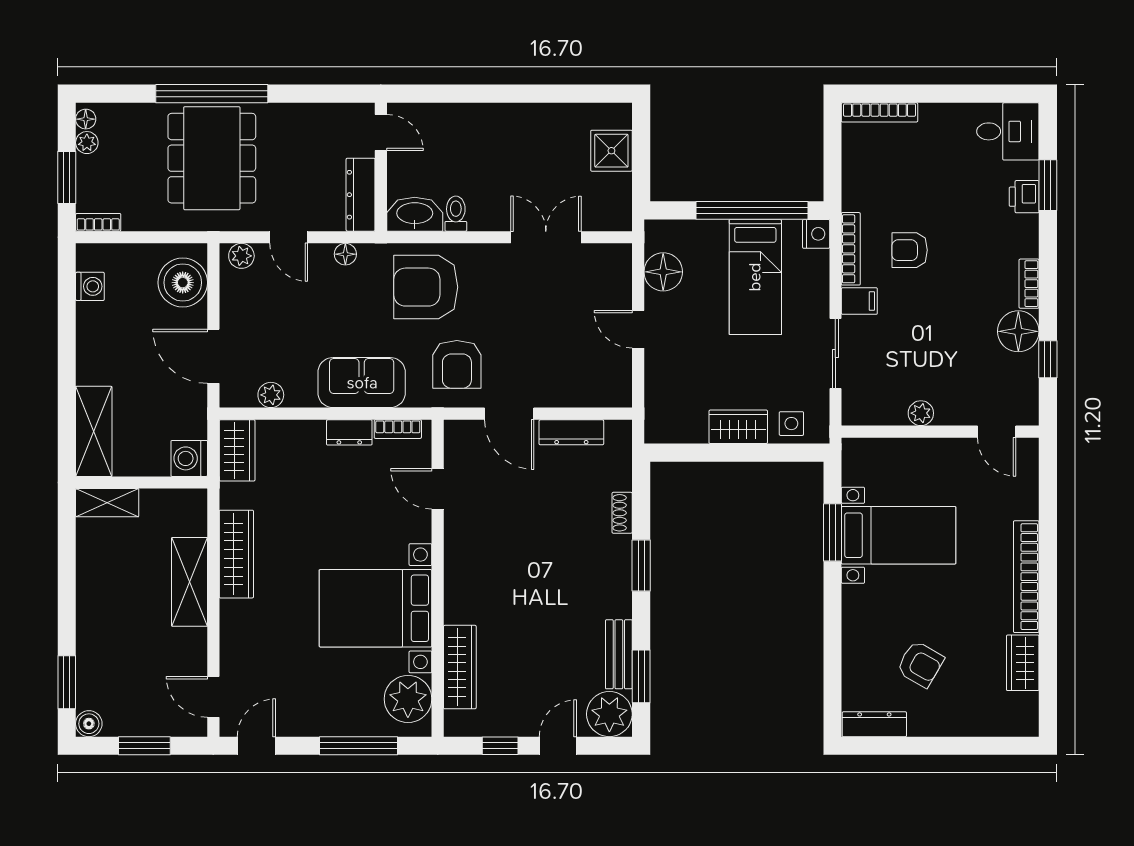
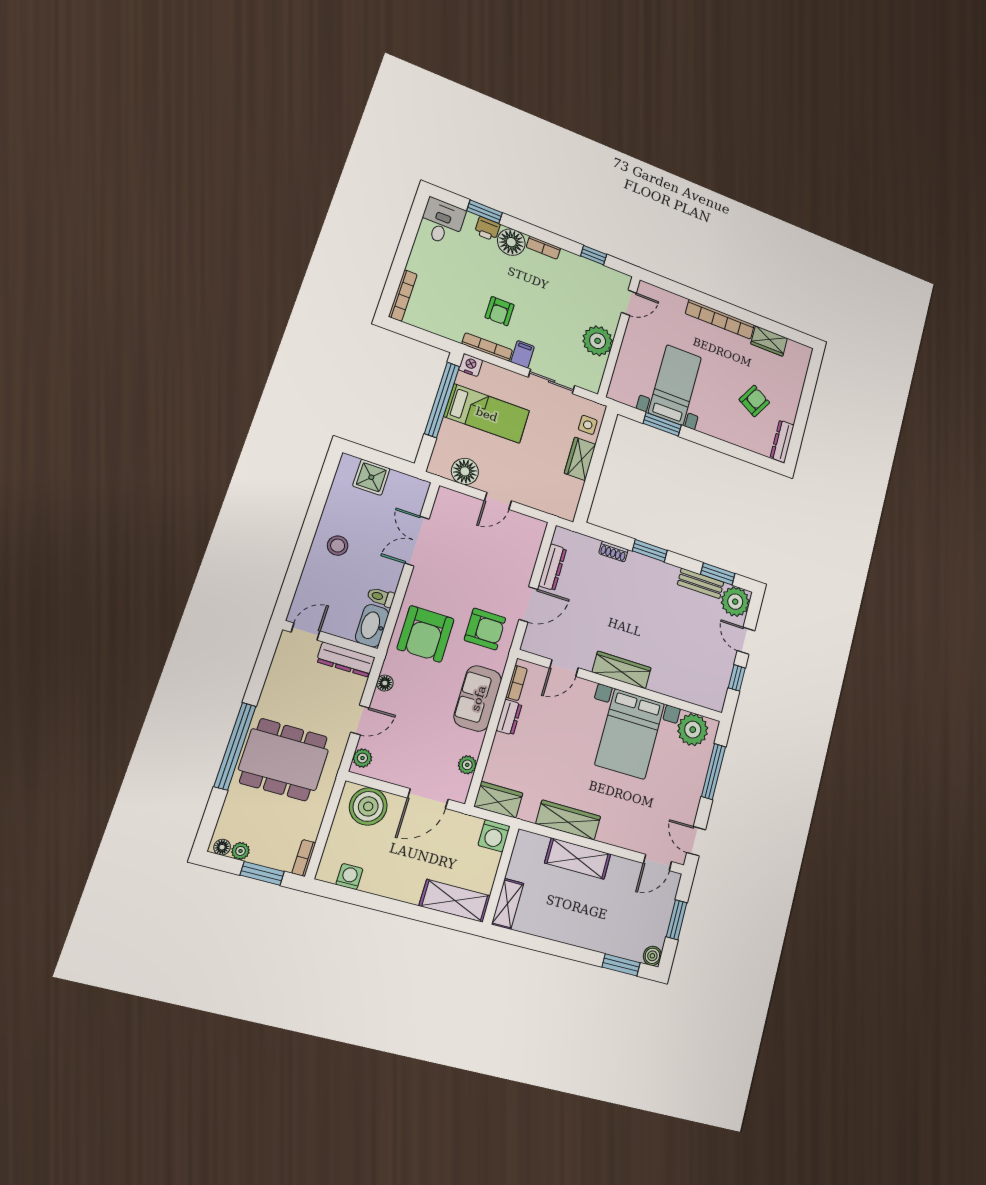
stool: (505, 137) -> (338, 546), added
floor lamp: (1018, 331) -> (511, 242), moved
plant: (921, 413) -> (598, 341), width x1.88, depth x1.88
wardrobe: (460, 667) -> (622, 670), moved

